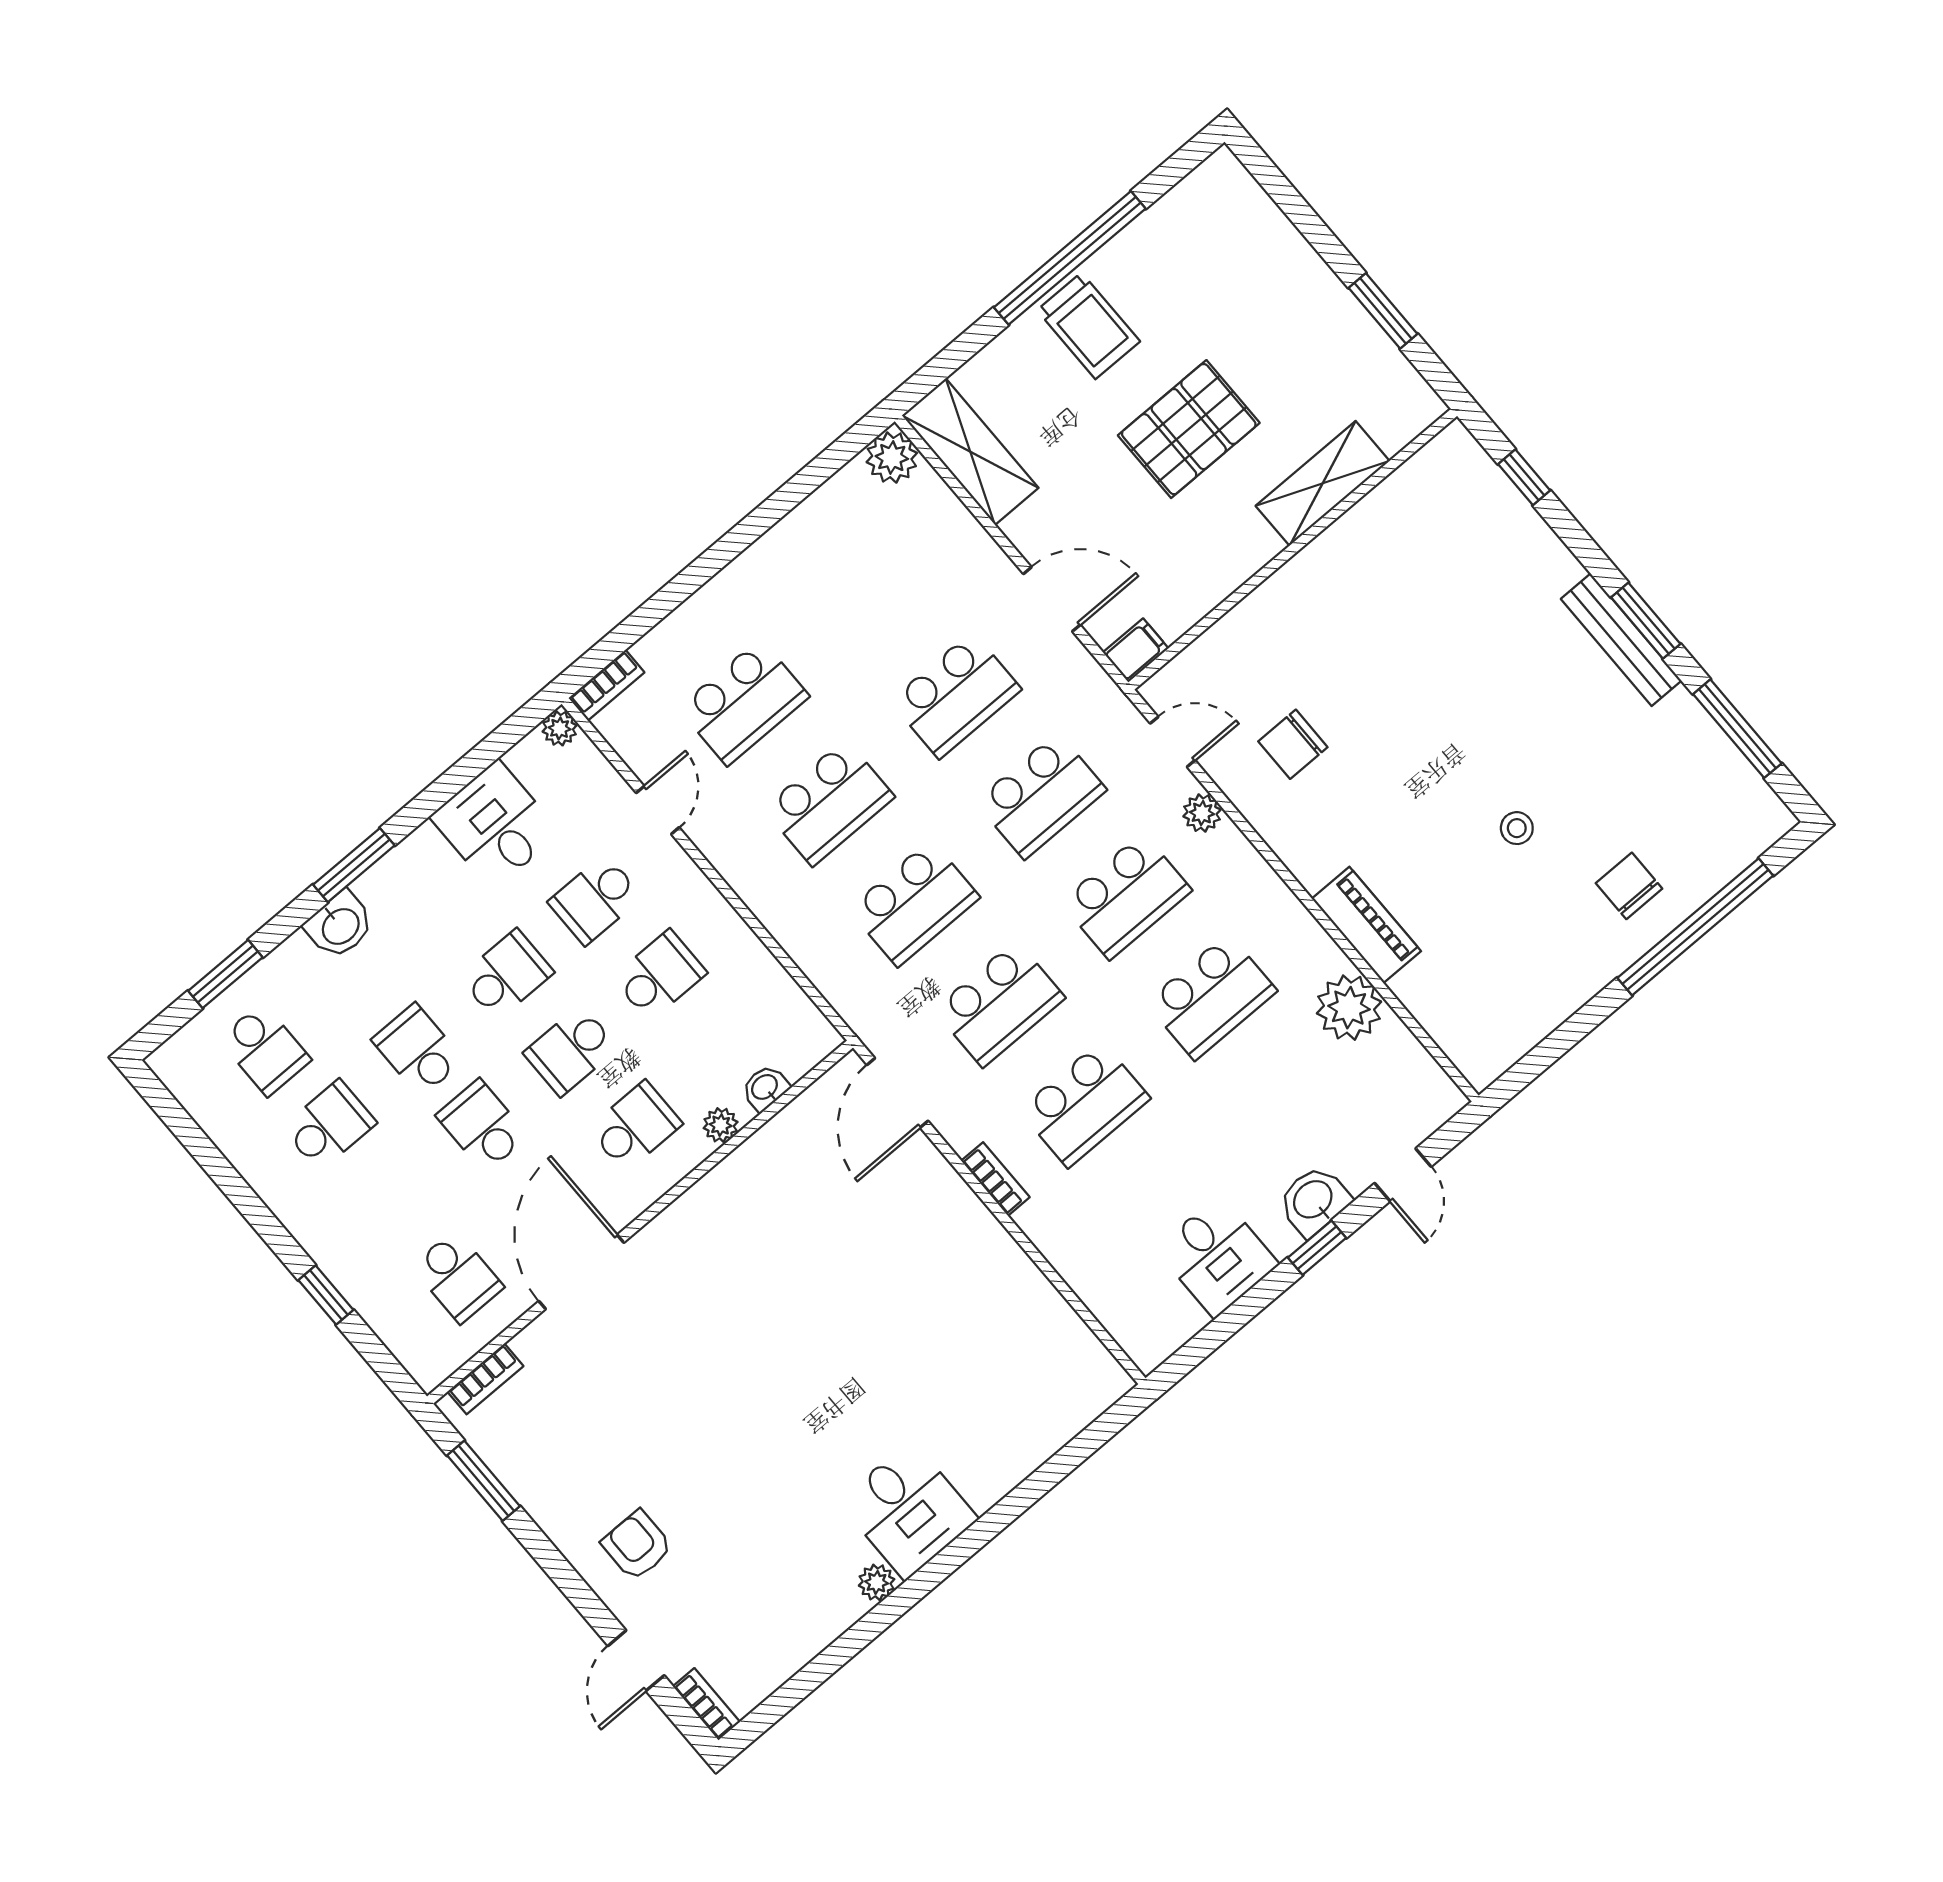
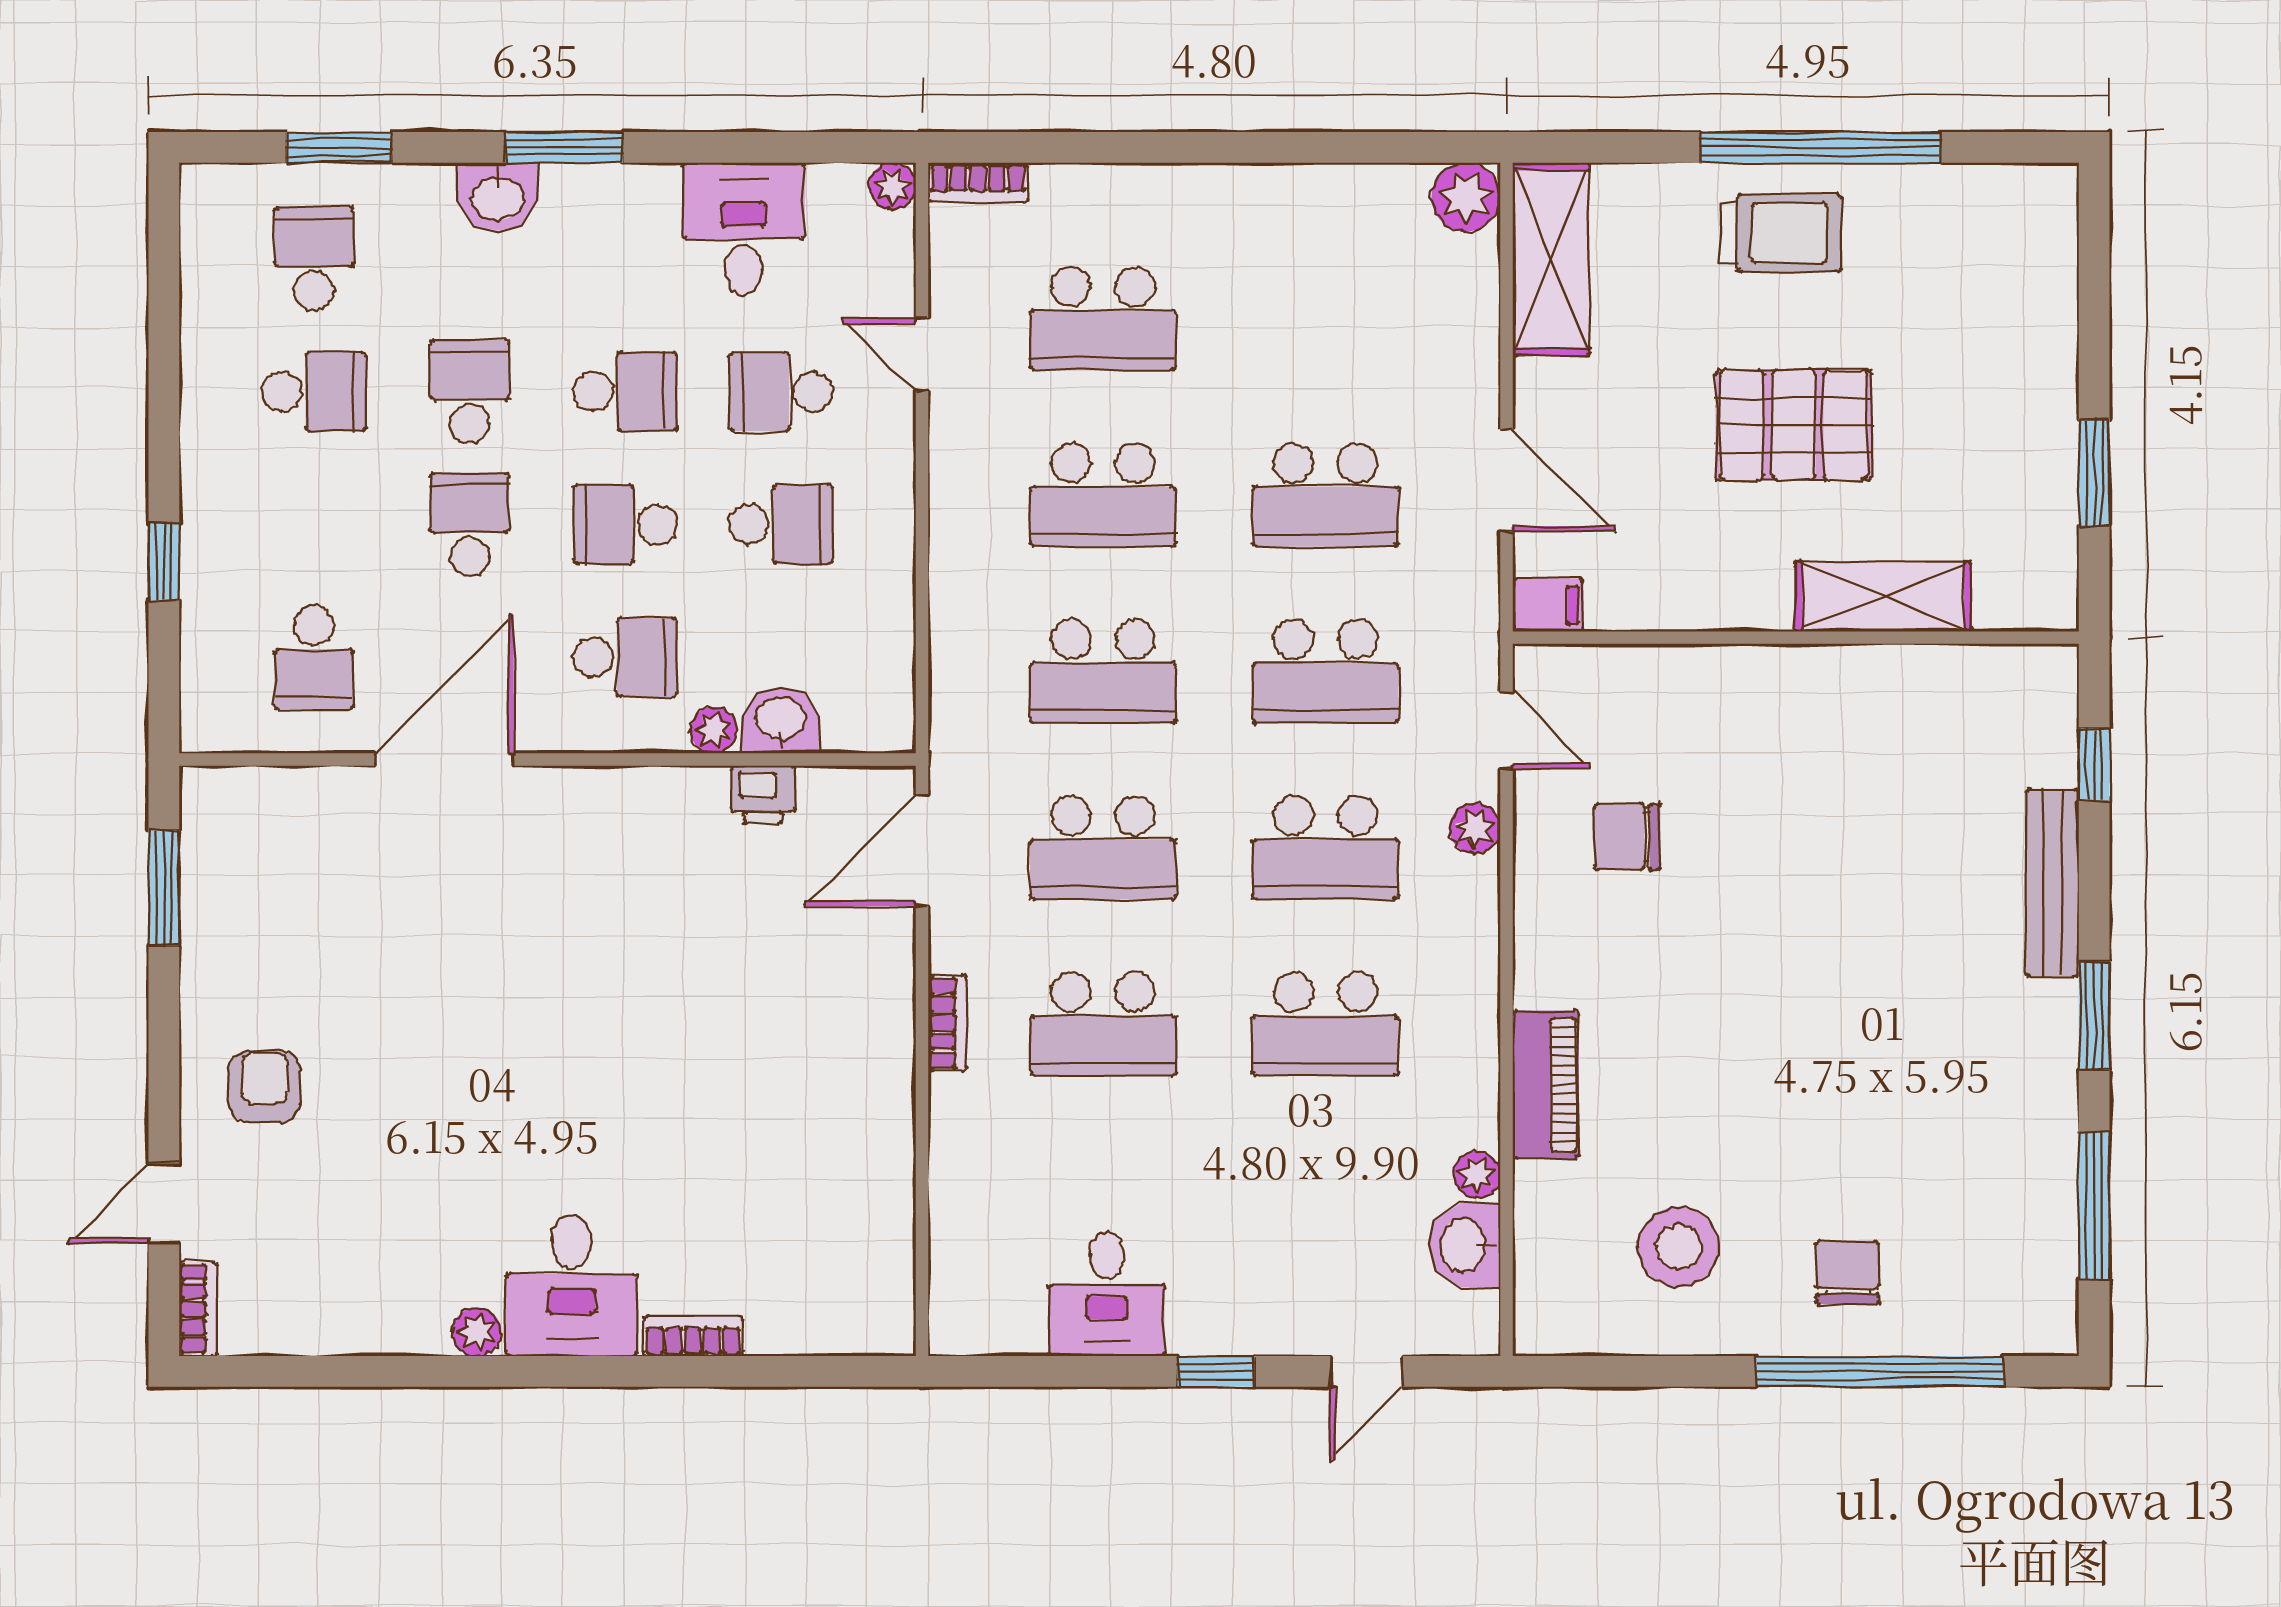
trolley: (1088, 326) -> (1781, 233), turned -90
bench: (1621, 640) -> (2053, 883), moved
door: (658, 810) -> (922, 354), swing flipped
stool: (1517, 828) -> (1679, 1247), moved, width x1.89, depth x1.89
plant: (1349, 1008) -> (1477, 1175), width x0.53, depth x0.53
school desk: (265, 1049) -> (314, 259), turned 180
washbasin: (765, 1088) -> (781, 720), width x1.38, depth x1.45
printer: (780, 1138) -> (763, 795), added
washbasin: (1314, 1201) -> (1465, 1245), moved, turned -90
bookcase: (485, 1379) -> (693, 1336), moved, turned 180

